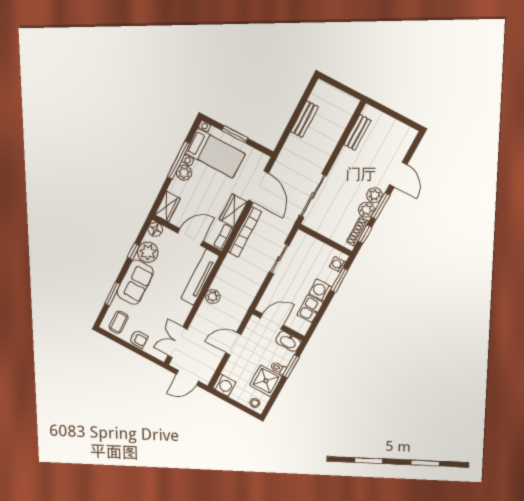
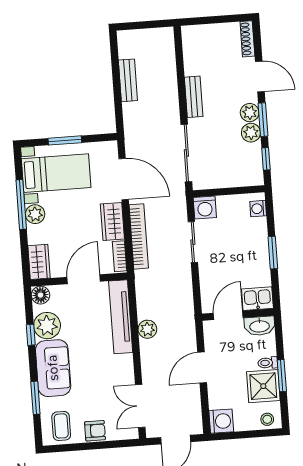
bench: (357, 132) -> (194, 97), moved
shoe rack: (357, 232) -> (247, 39), moved
window: (339, 280) -> (273, 253), moved
washing machine: (320, 290) -> (205, 207), moved, turned -90
kitchen sink: (310, 309) -> (257, 299), moved, turned 90
window: (291, 366) -> (282, 376), moved

